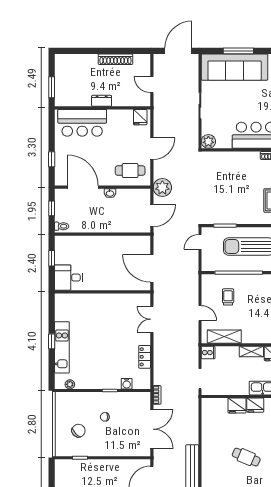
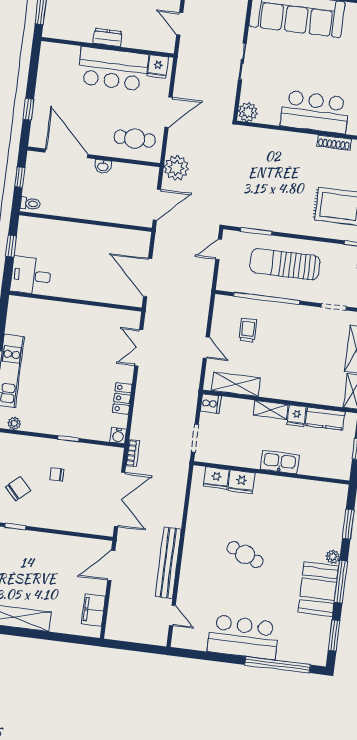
bar counter: (82, 123) -> (113, 69), moved
water cooler: (127, 384) -> (118, 435), moved
fridge: (255, 405) -> (216, 478), moved

